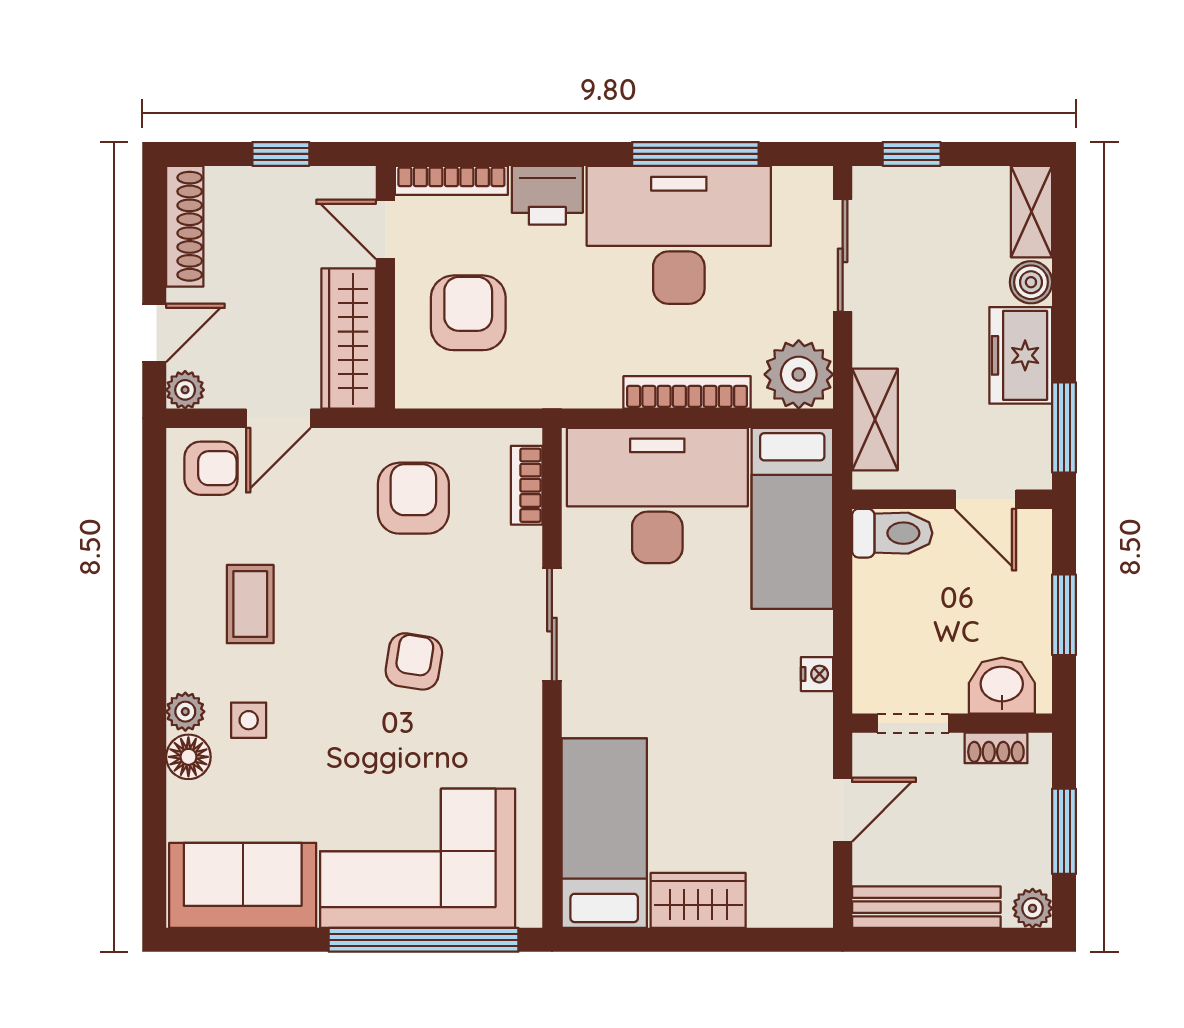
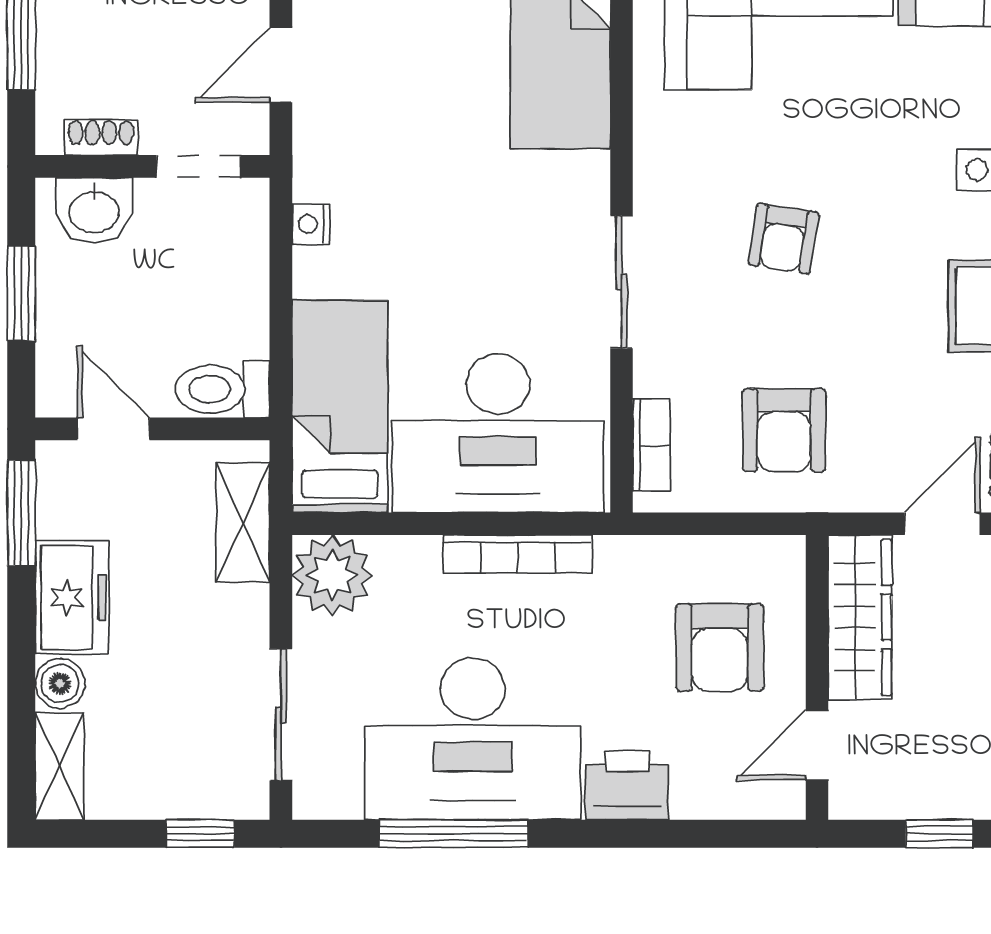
bookcase: (451, 180) -> (739, 803), removed
door: (385, 229) -> (817, 745), swing flipped
bookcase: (687, 392) -> (518, 554), moved

